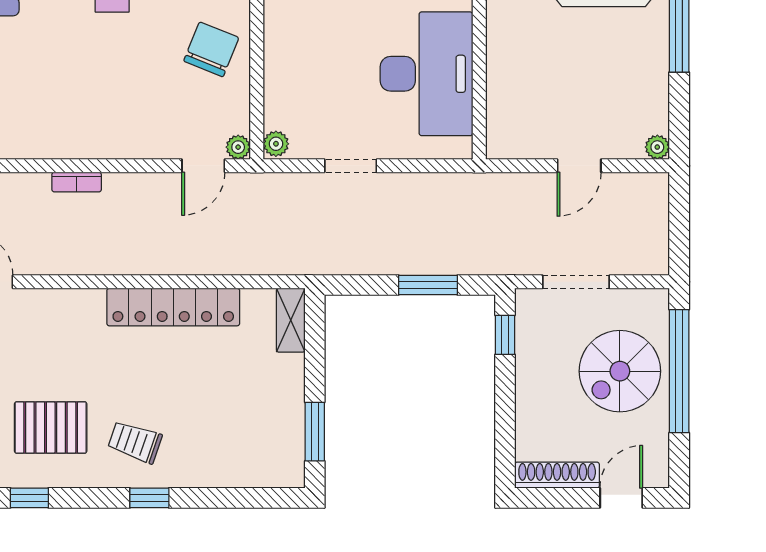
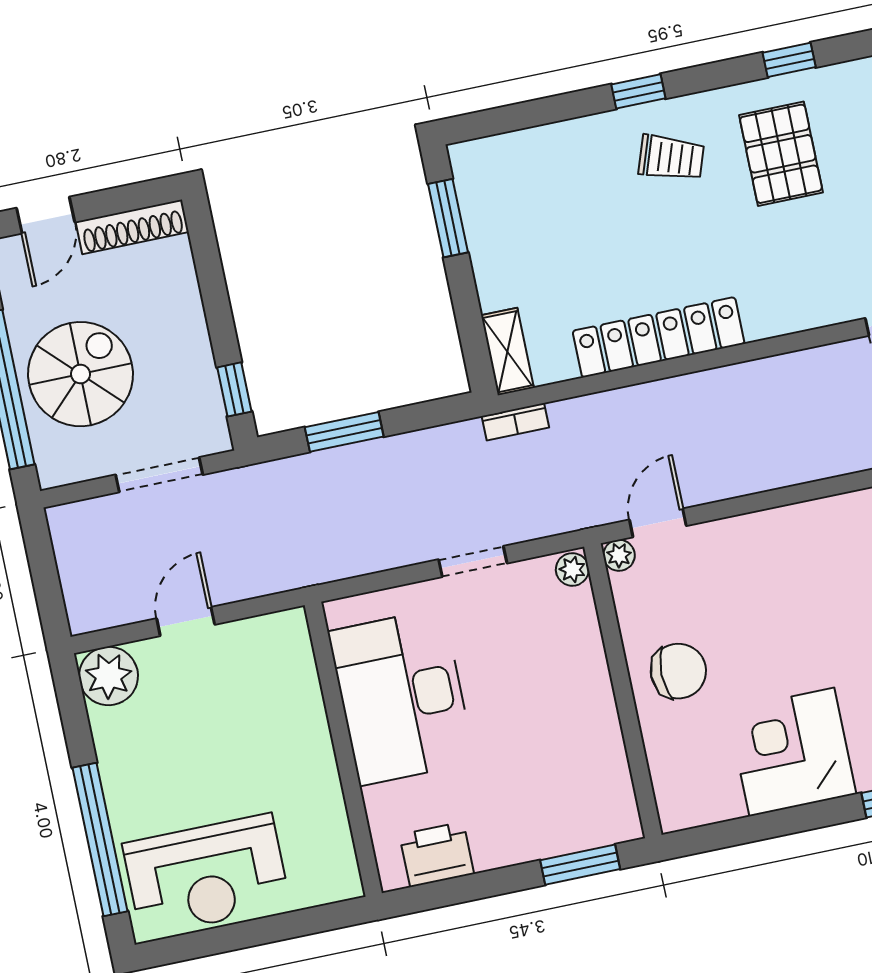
chair: (211, 49) -> (678, 671), turned -112
plant: (657, 147) -> (109, 676), width x1.87, depth x1.87
bookcase: (77, 182) -> (515, 422), moved, turned 180
pallet: (51, 427) -> (781, 154), turned 90

